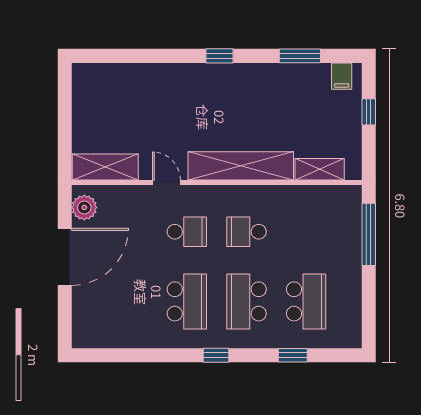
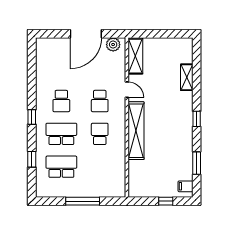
shelving: (320, 169) -> (187, 77), moved
door: (166, 183) -> (127, 90), hinge flipped
window: (369, 234) -> (83, 201), moved
door: (65, 257) -> (86, 34), hinge flipped
school desk: (187, 301) -> (61, 101), width x0.54
school desk: (306, 301) -> (61, 167), turned 180

